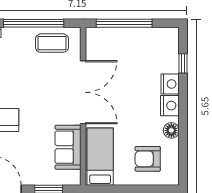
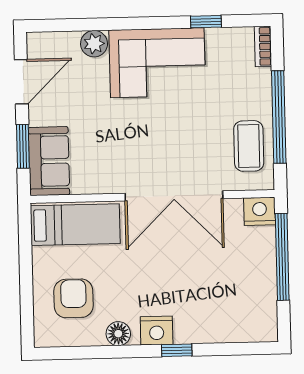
window: (183, 63) -> (177, 350), moved
nightstand: (170, 84) -> (260, 211), moved, turned 180
sofa: (68, 147) -> (49, 161), moved, turned 90

